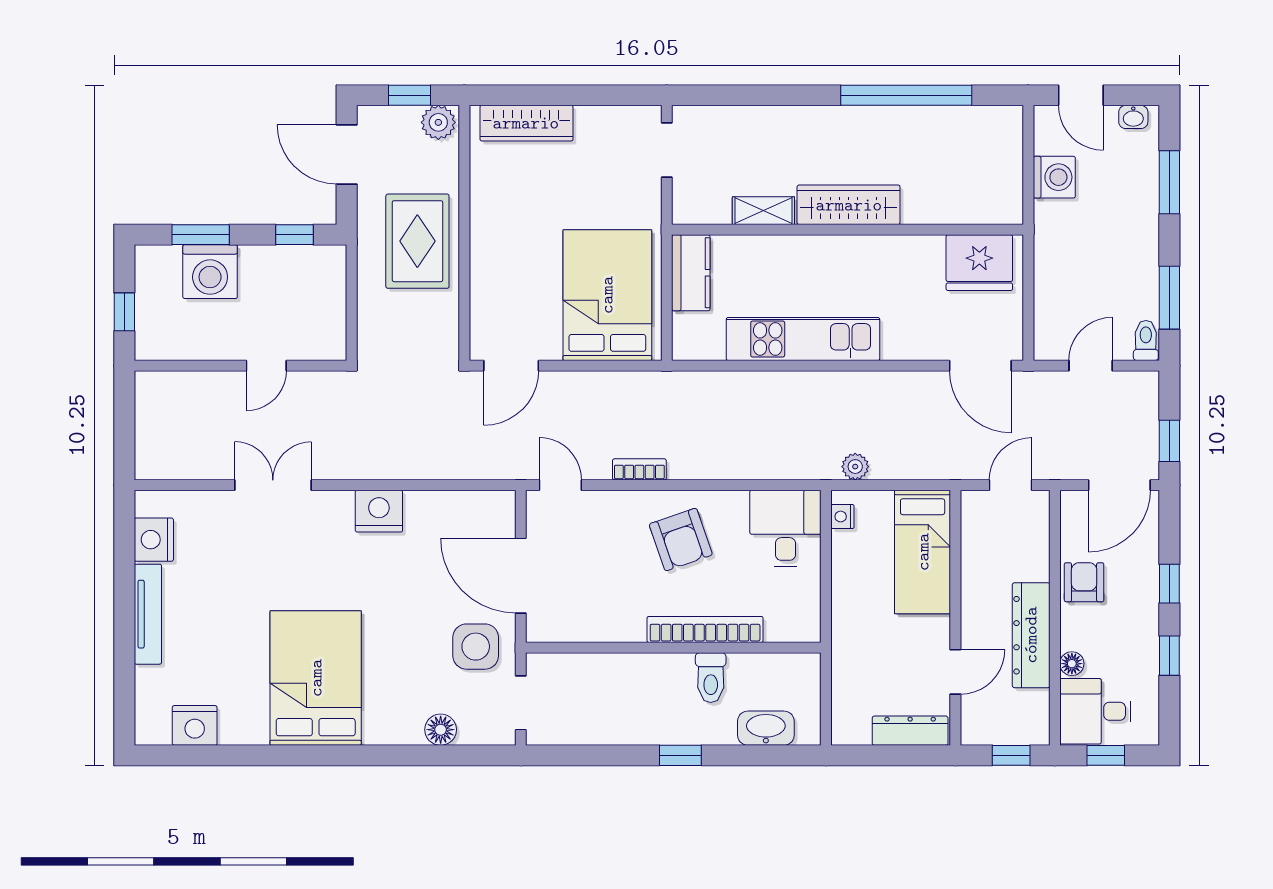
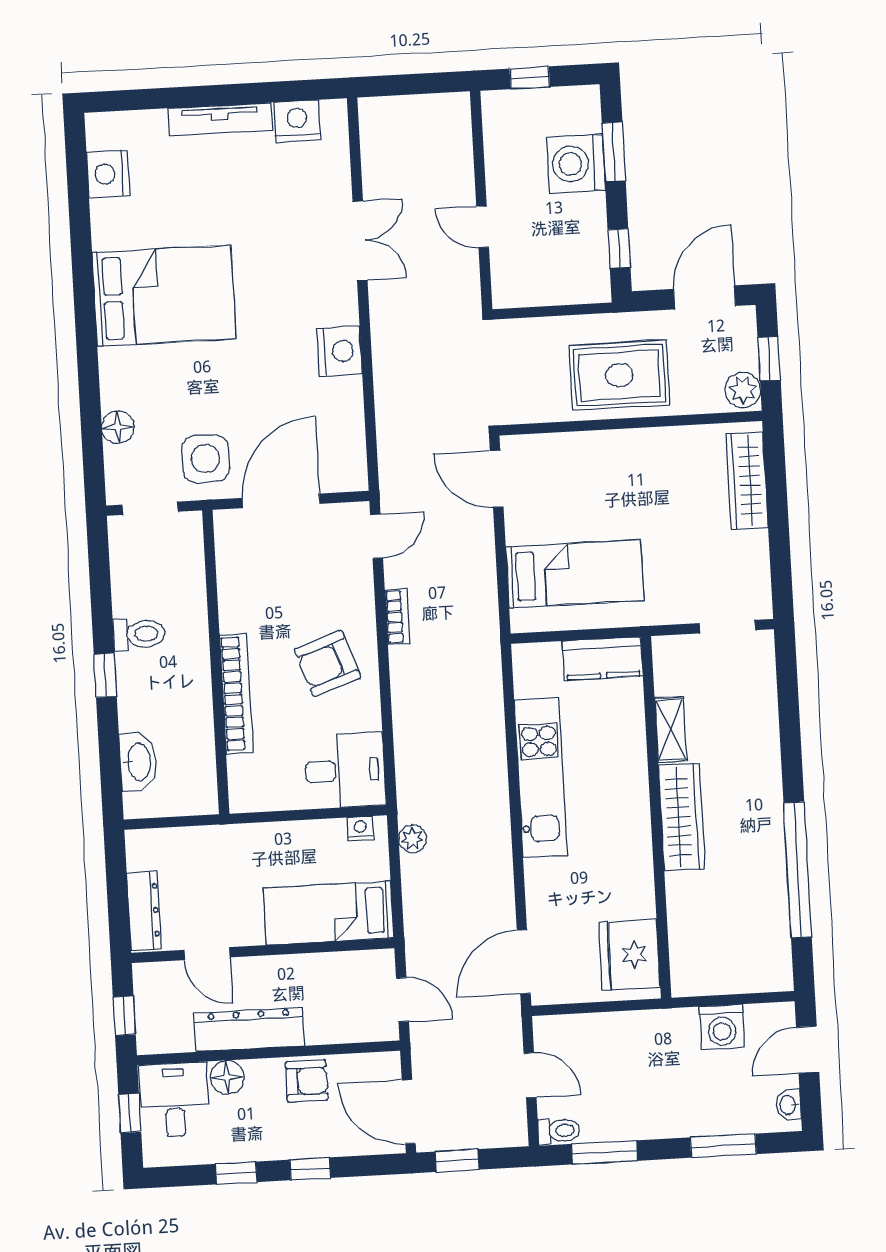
bed: (607, 295) -> (575, 574), width x0.67
floor lamp: (1072, 664) -> (227, 1077), width x1.37, depth x1.37
toilet: (711, 678) -> (139, 634), moved, turned 180

